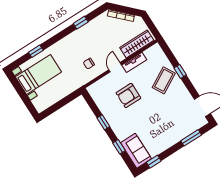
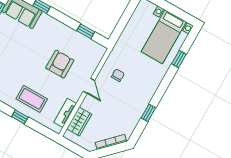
wardrobe: (137, 44) -> (79, 122), width x0.67
tv unit: (134, 62) -> (65, 113), moved
coffee table: (164, 80) -> (32, 99), turned -61
window: (103, 122) -> (86, 31), moved

